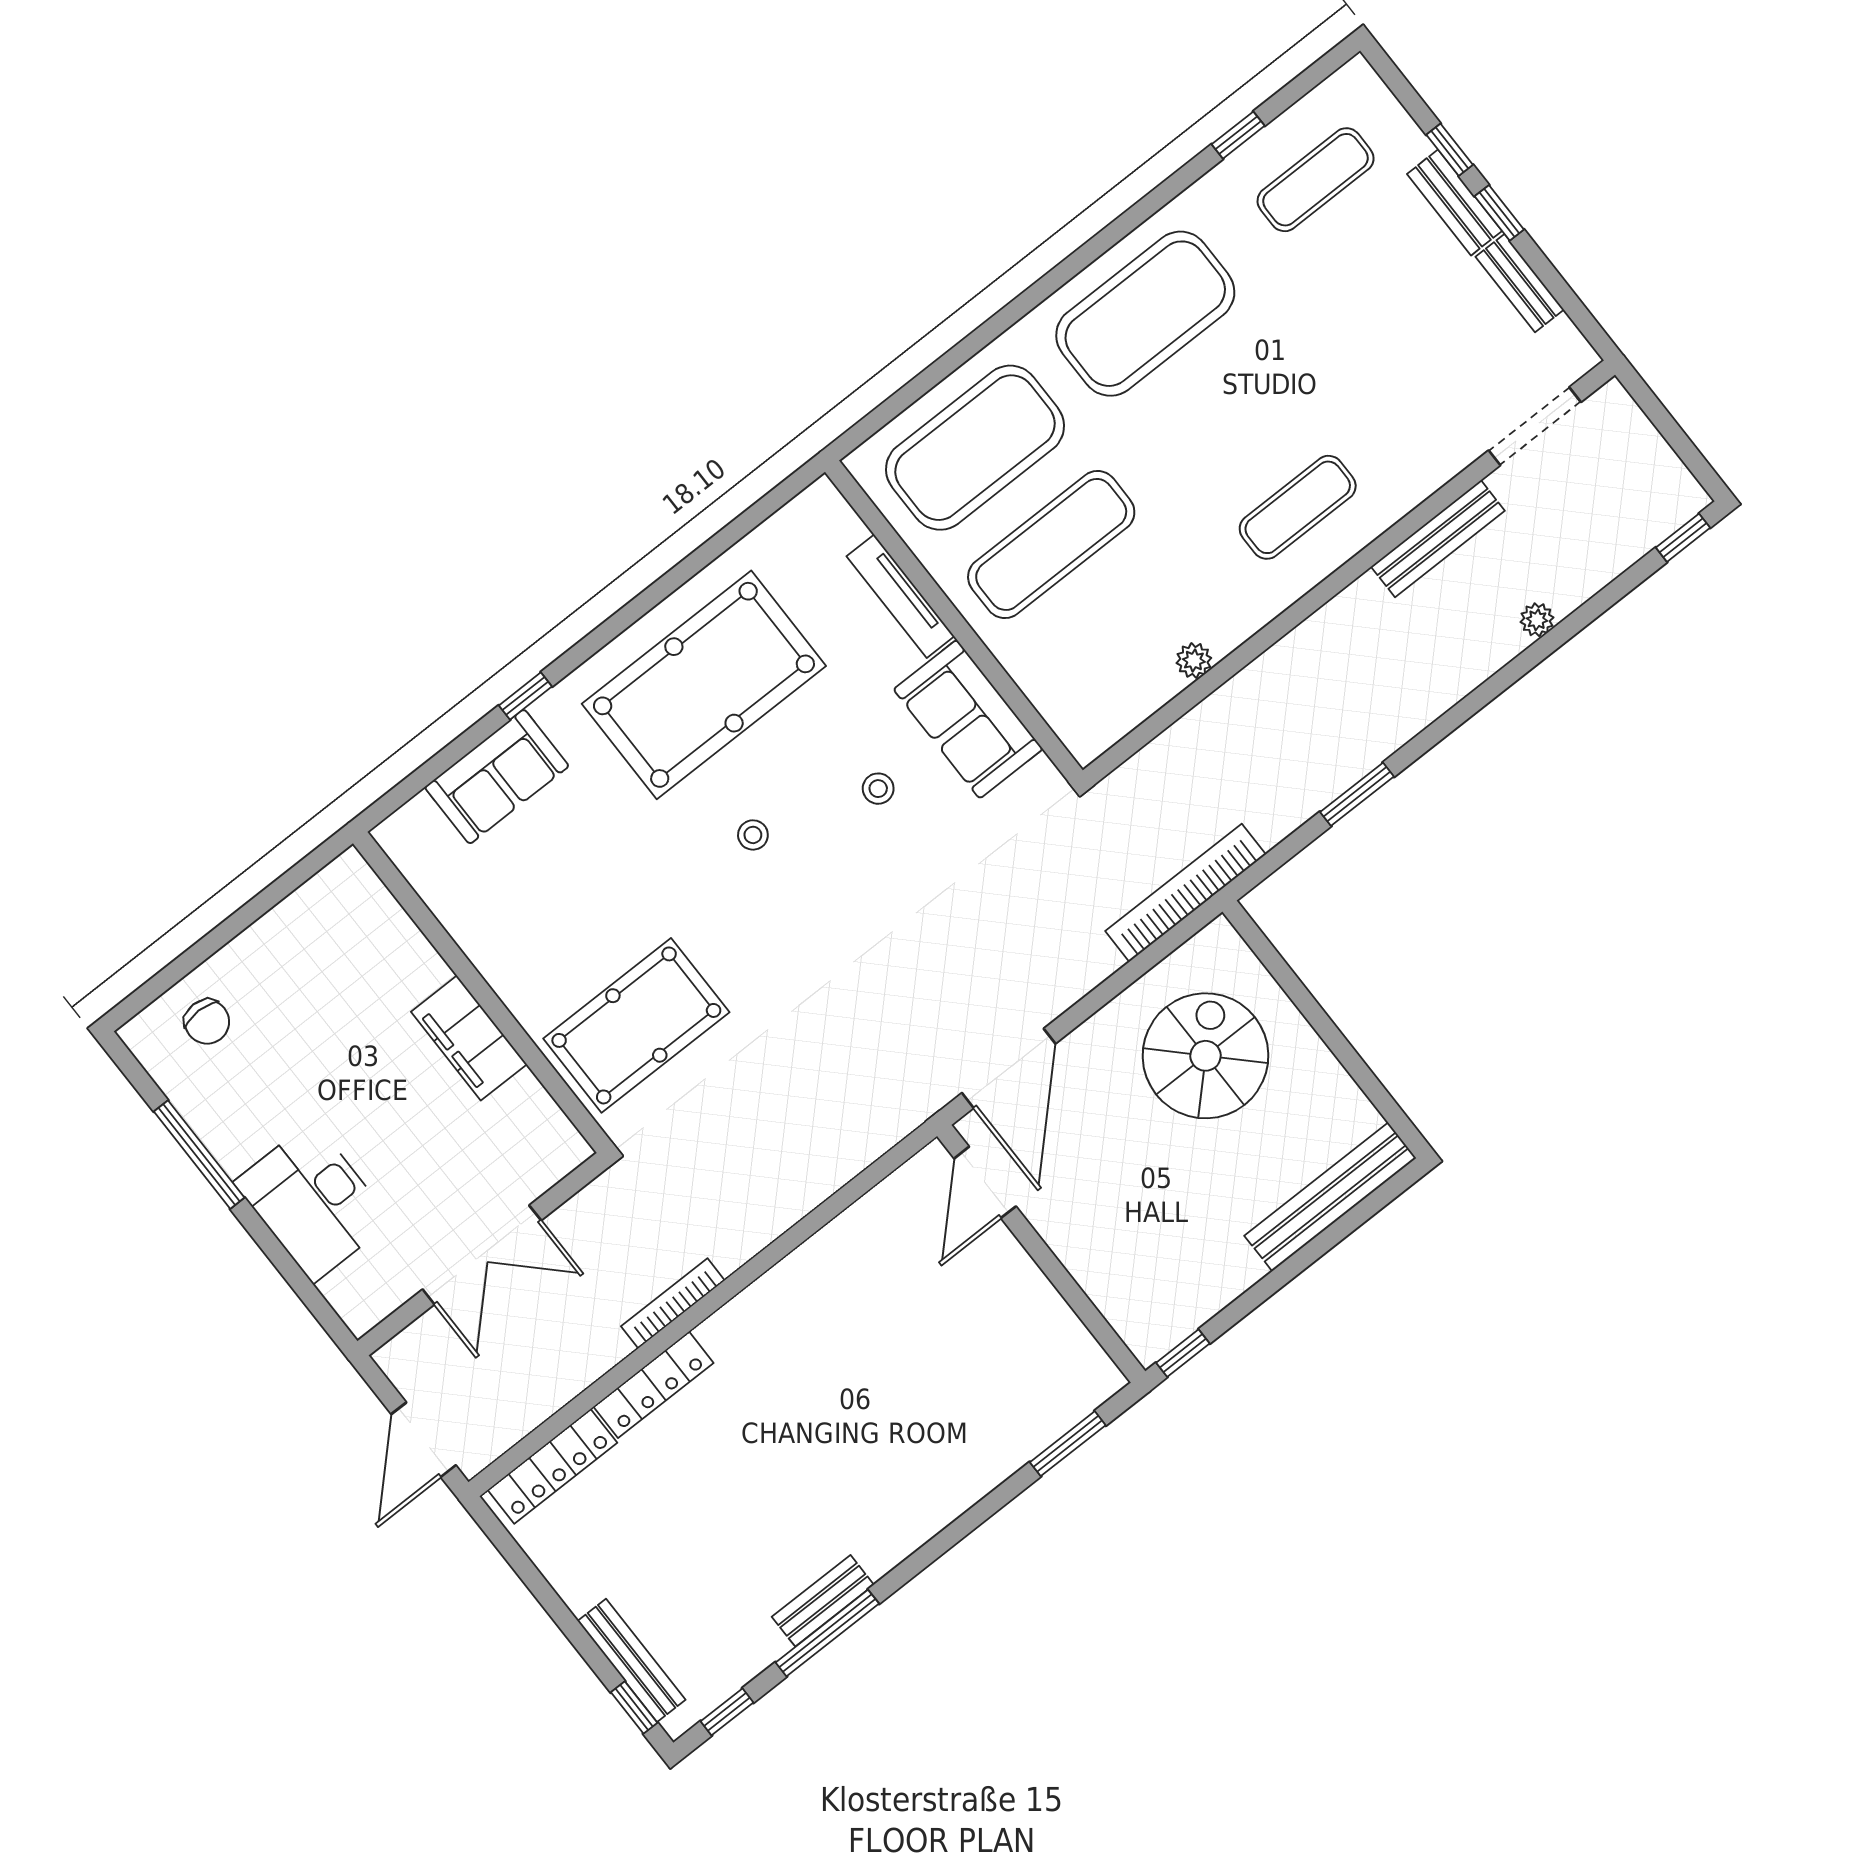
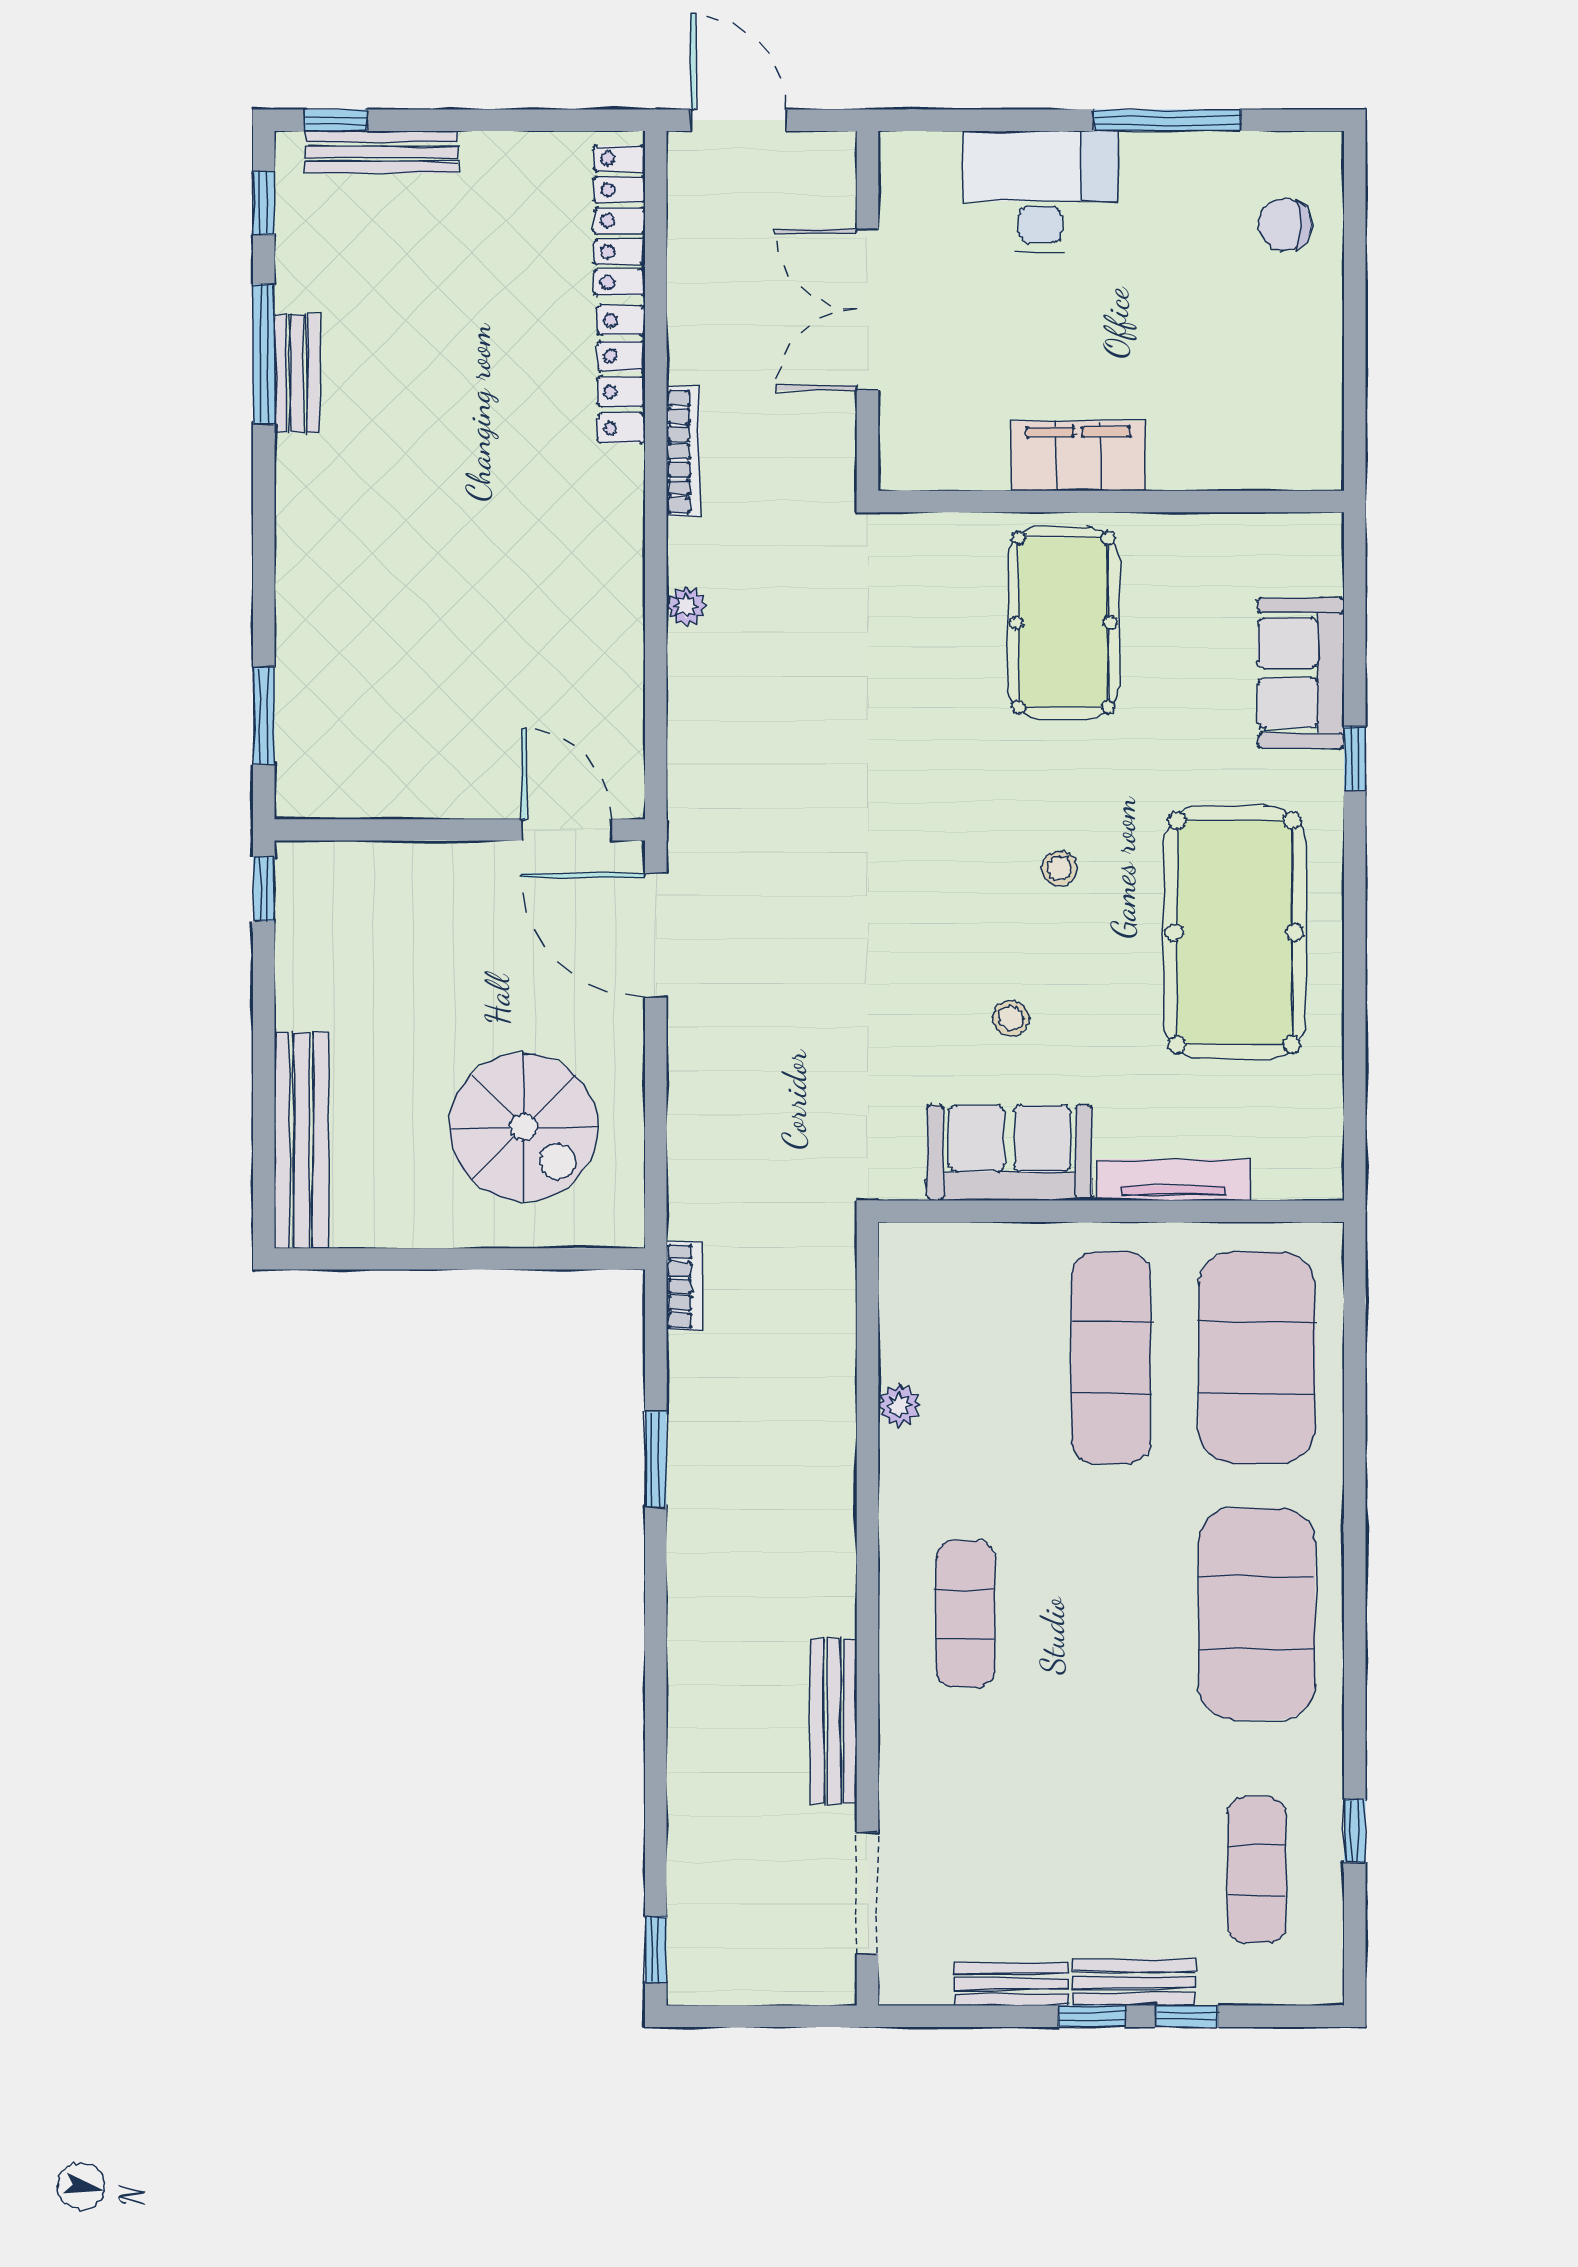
plant: (1537, 620) -> (686, 606), moved
bookcase: (1185, 893) -> (684, 1286), width x0.43, depth x0.76
pool table: (636, 1025) -> (1063, 623), moved

